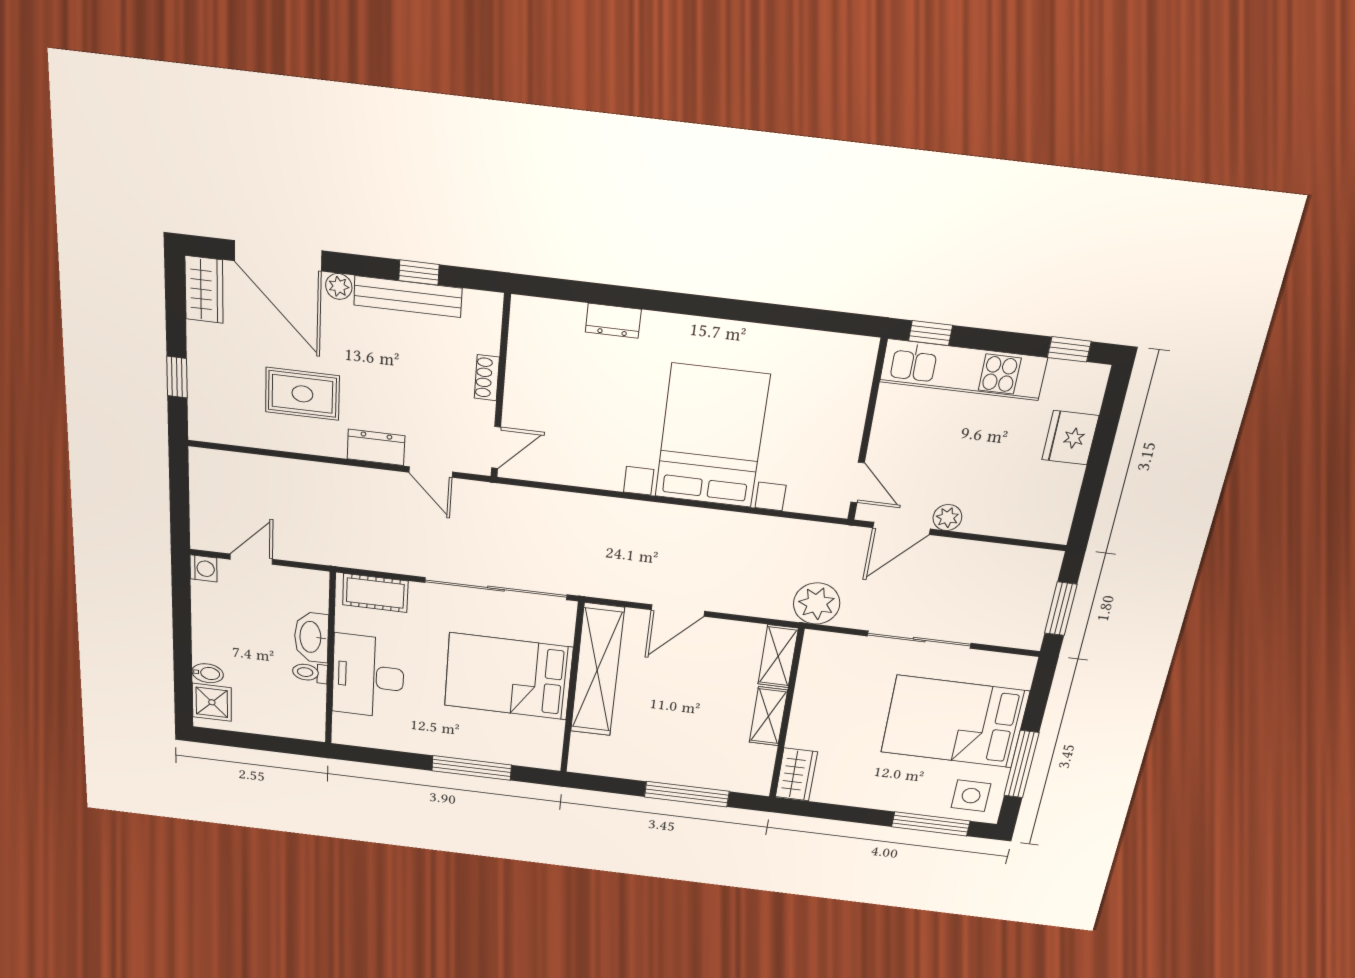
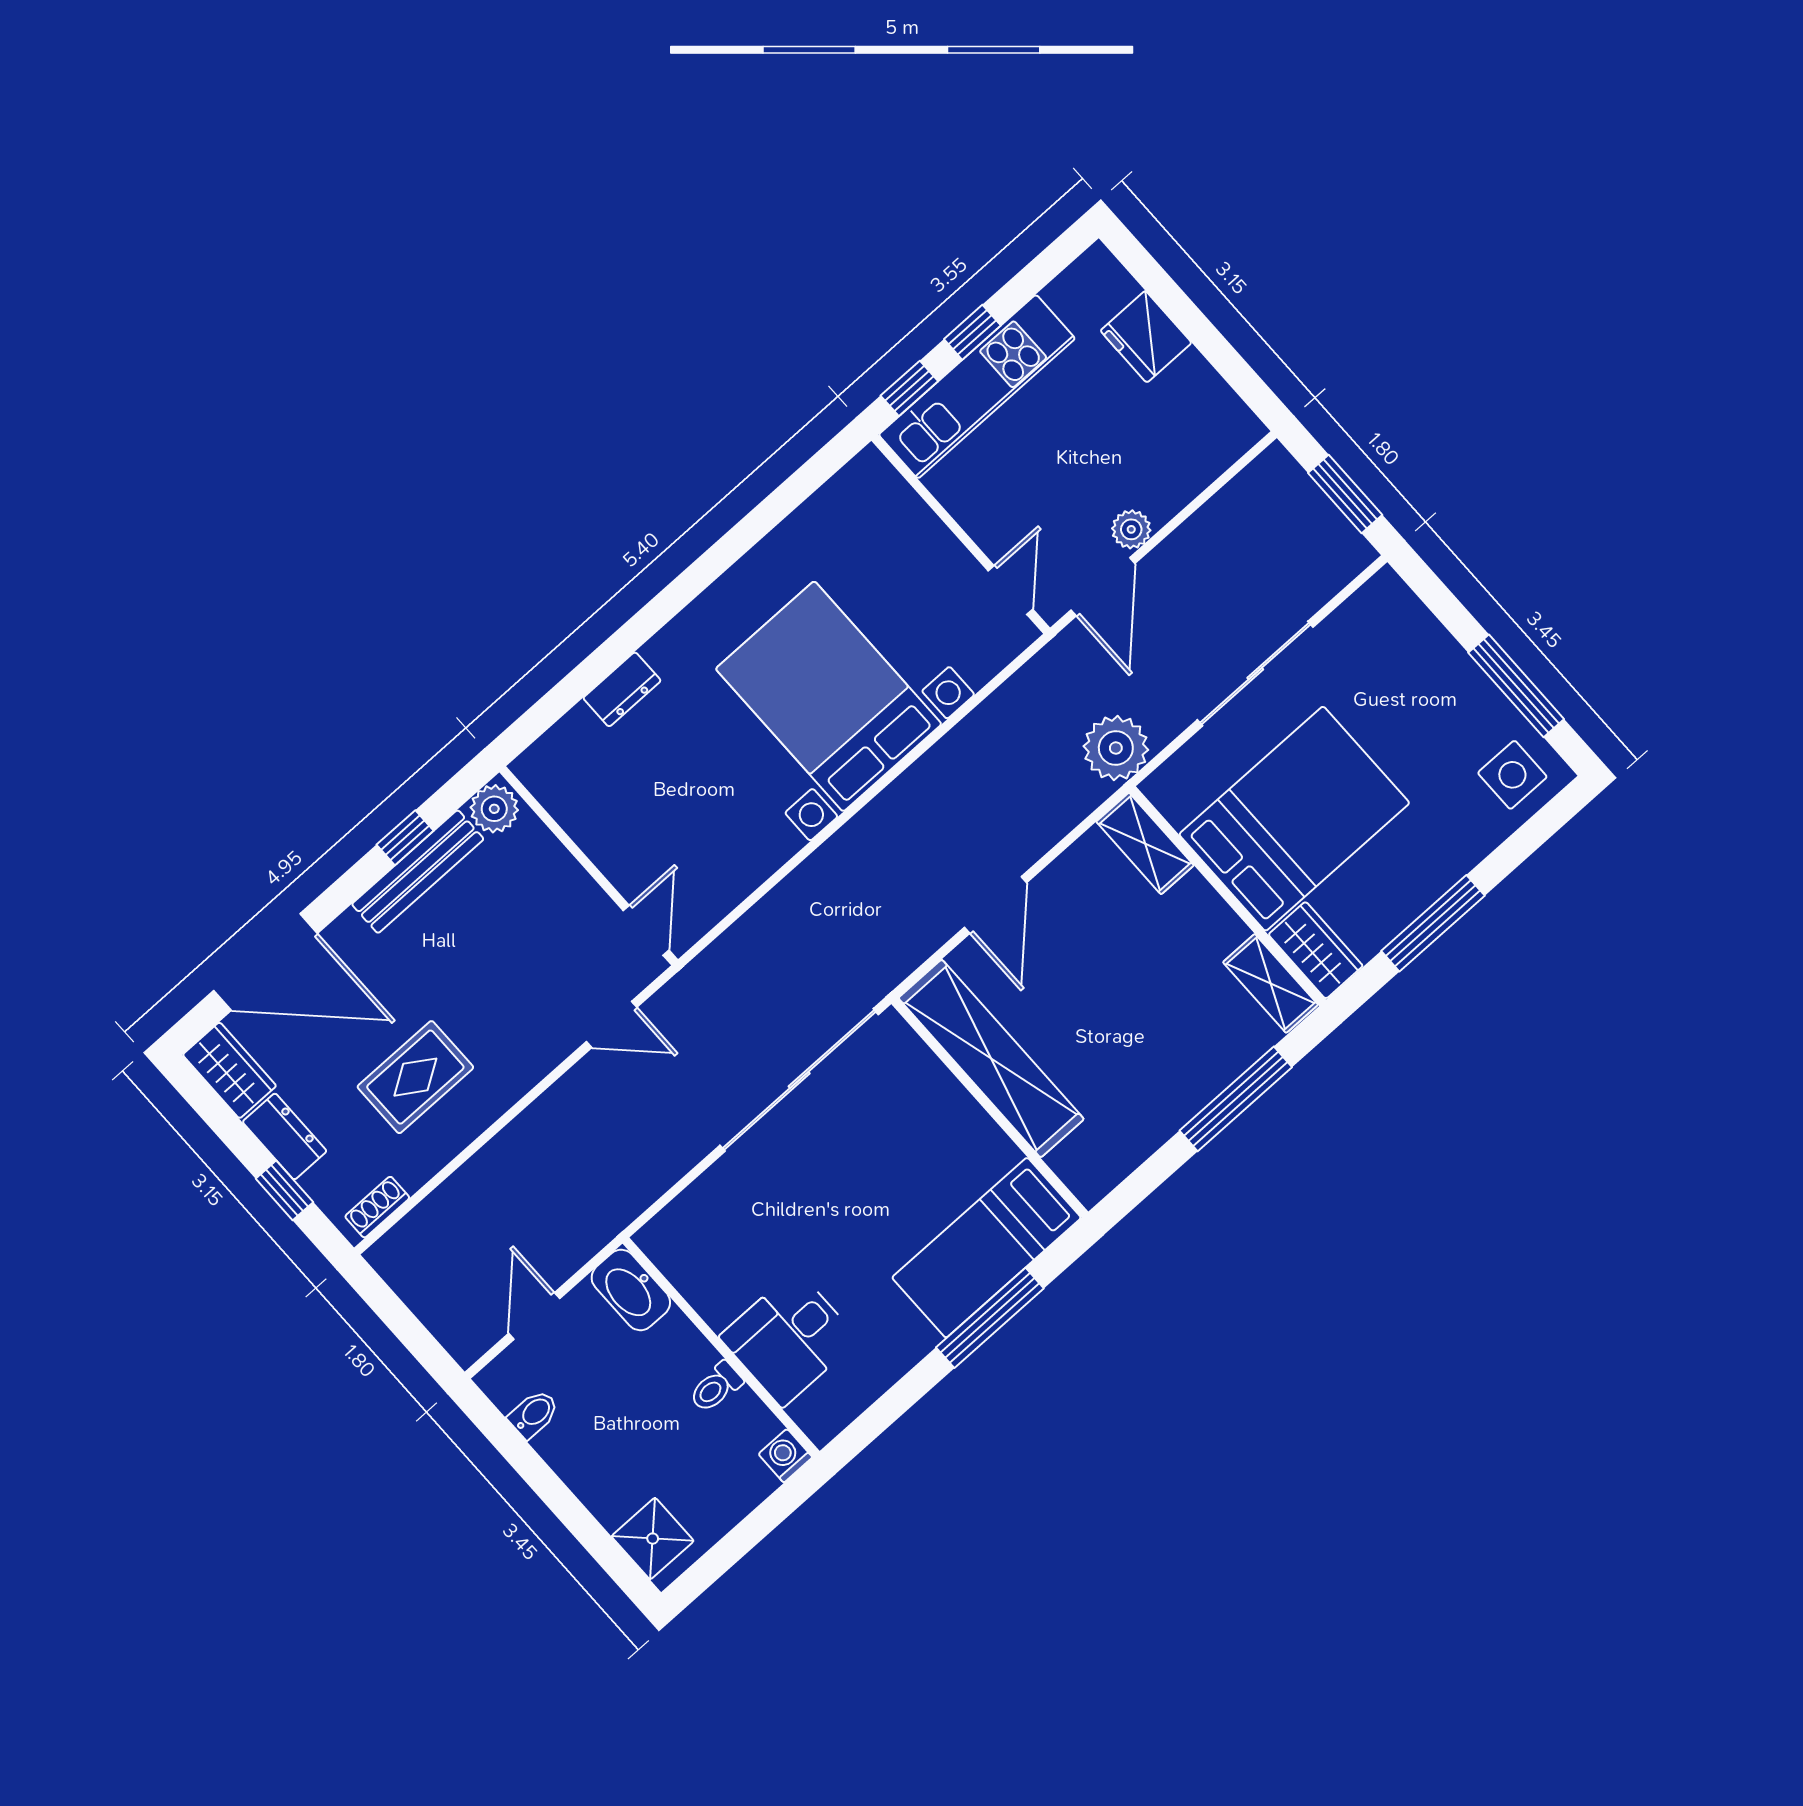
plant: (339, 286) -> (494, 809), moved, width x1.38, depth x1.38
window: (1069, 349) -> (972, 332), moved
shoe rack: (487, 378) -> (377, 1207), moved, turned 90
dresser: (376, 447) -> (285, 1136), moved, turned 90
door: (858, 483) -> (1010, 590), hinge flipped
washing machine: (204, 568) -> (785, 1456), moved, turned -90
cot: (375, 593) -> (689, 1218), removed
washbasin: (311, 637) -> (631, 1290), moved
bidet: (208, 673) -> (534, 1414), moved
desk: (368, 676) -> (789, 1338), width x0.73
bed: (508, 676) -> (986, 1248), moved, width x0.67
shelving: (768, 716) -> (1270, 983), moved
bed: (955, 722) -> (1294, 819), moved, turned 180
window: (931, 824) -> (1433, 923), moved

